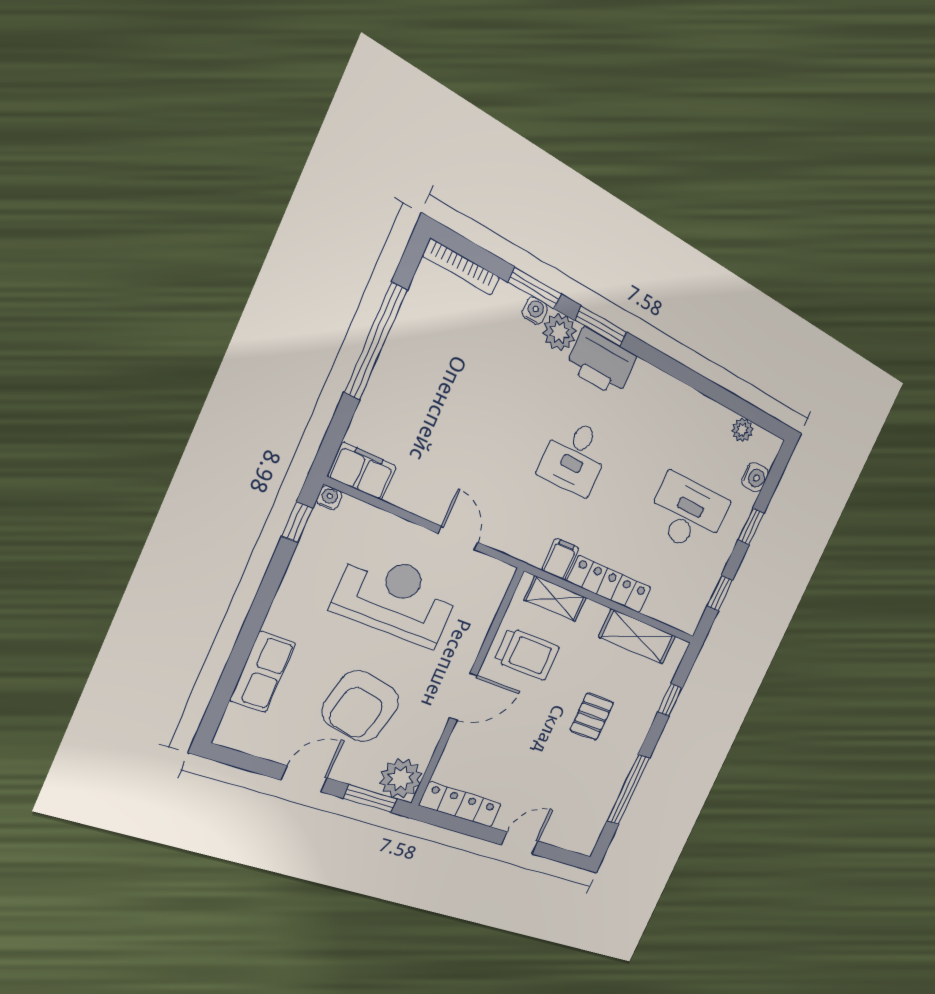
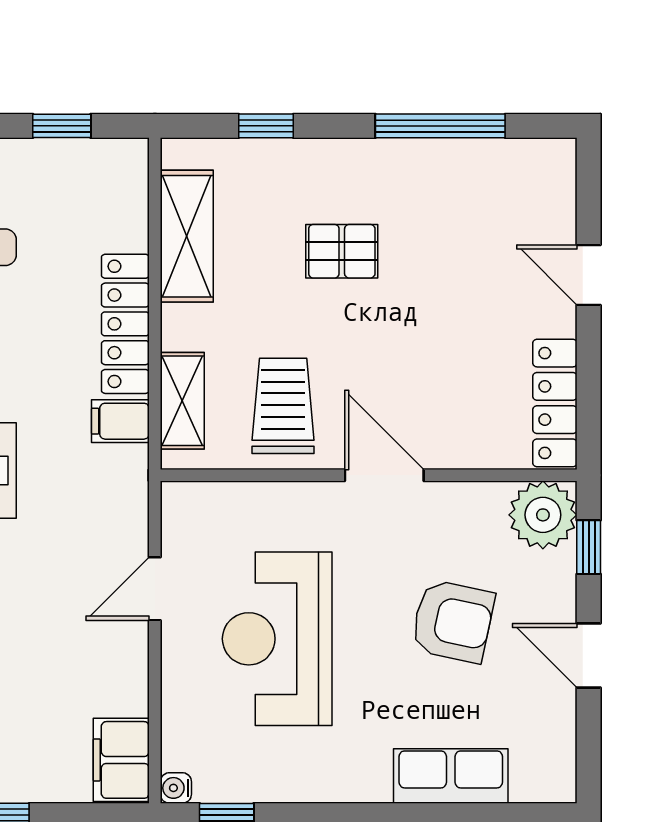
armchair: (361, 706) -> (453, 621), width x0.73, depth x0.73
window: (370, 799) -> (589, 547), width x0.67

